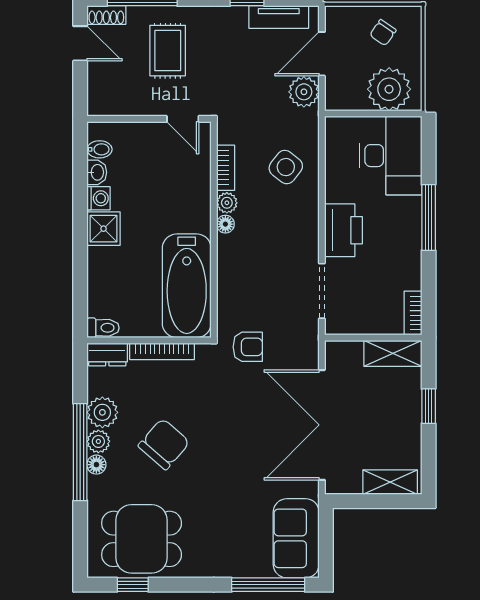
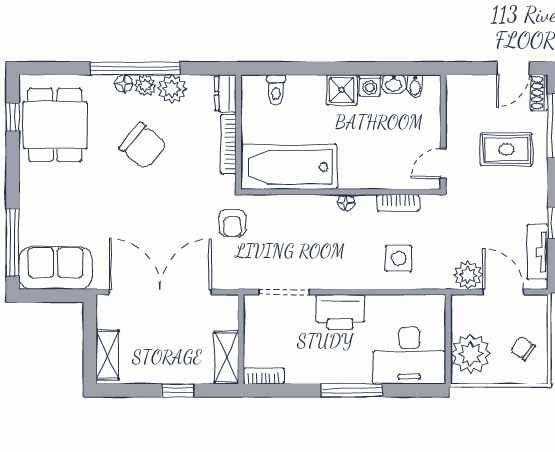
side table: (286, 167) -> (399, 258), turned -38
plant: (227, 203) -> (366, 204), removed
toilet: (103, 328) -> (276, 90), moved

